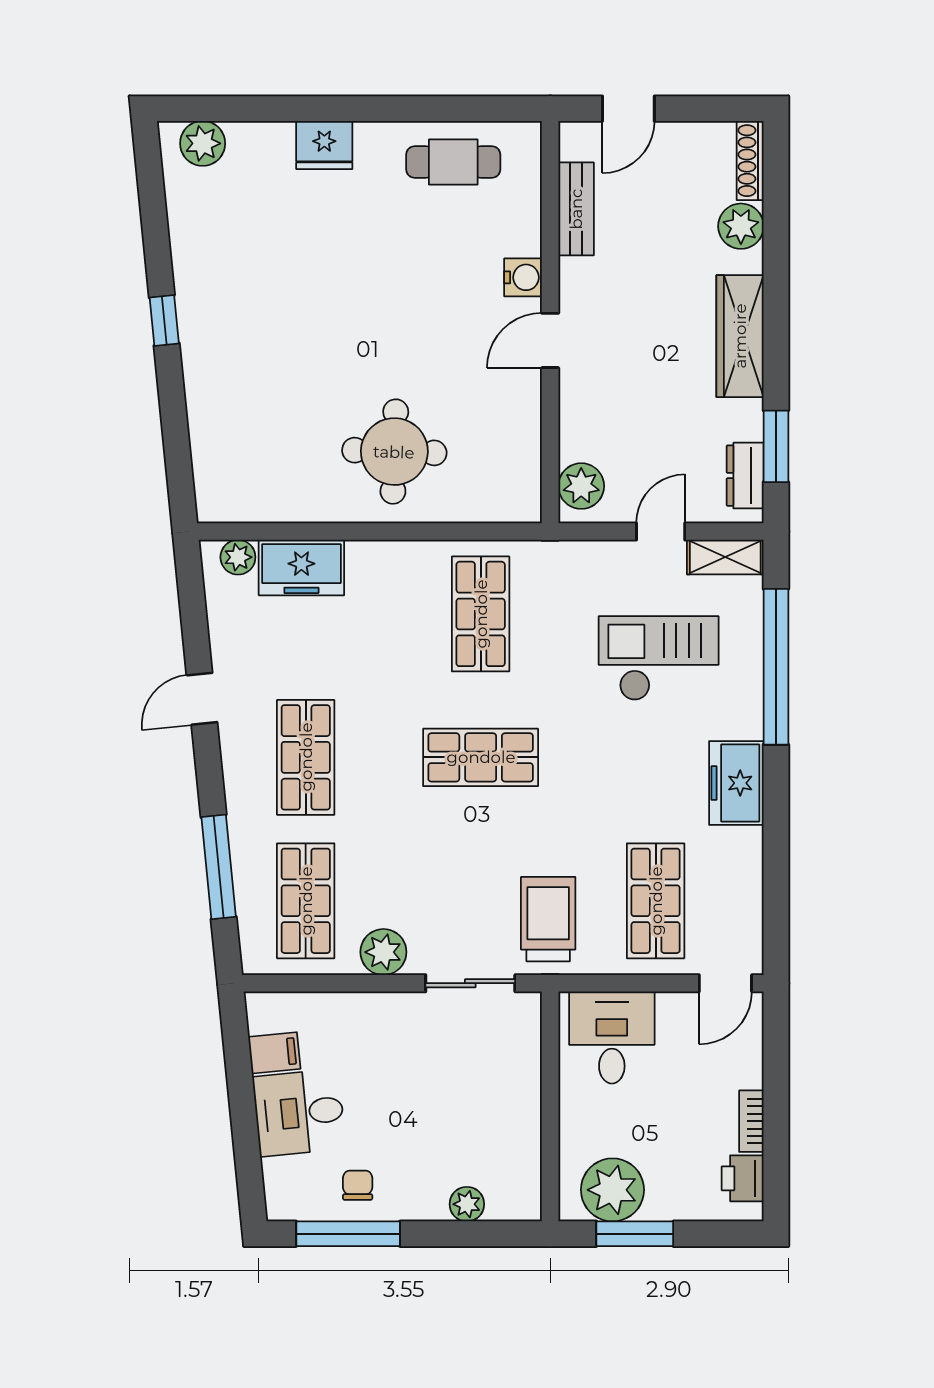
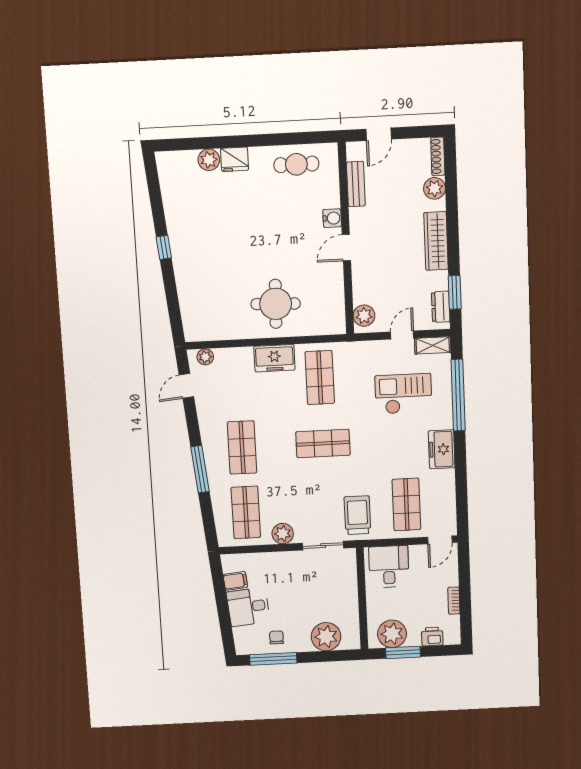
plant: (203, 143) -> (209, 160), moved
freezer: (301, 568) -> (274, 358), moved
door: (202, 699) -> (186, 386), moved
window: (219, 867) -> (200, 469), moved
printer: (743, 1178) -> (432, 636), moved, turned 90
plant: (467, 1204) -> (326, 637), width x1.87, depth x1.87

